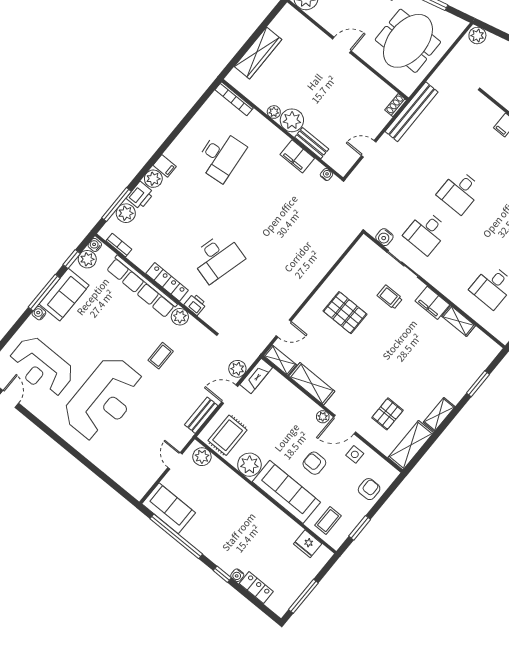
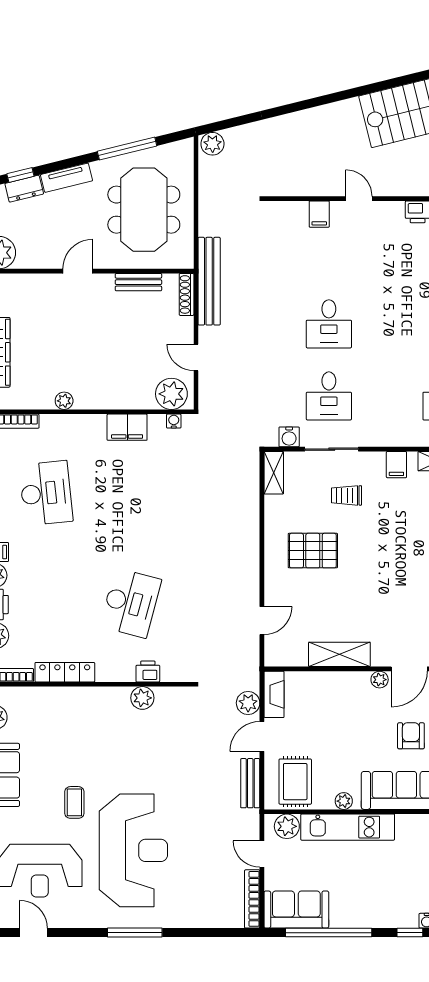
shoe rack: (396, 105) -> (187, 294), width x1.43
plant: (292, 120) -> (171, 394), moved
bench: (312, 143) -> (138, 282), moved
door: (369, 149) -> (196, 357), hinge flipped
locker: (167, 282) -> (65, 672), moved
row of seats: (142, 286) -> (76, 699), removed
filing cabinet: (432, 303) -> (396, 465), width x0.50
coffee table: (161, 356) -> (74, 802), moved
shelving: (280, 360) -> (274, 473), moved, turned 90
window: (66, 446) -> (135, 933), added
armchair: (314, 463) -> (411, 736), turned 89
plant: (249, 465) -> (344, 801), width x0.53, depth x0.53
bookcase: (149, 482) -> (252, 899), added
kitchen unit: (236, 485) -> (348, 827), added

